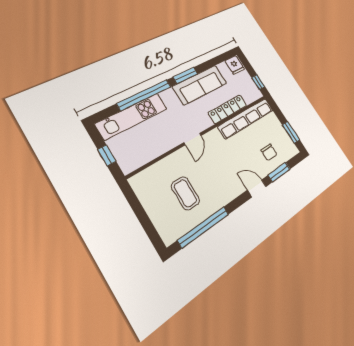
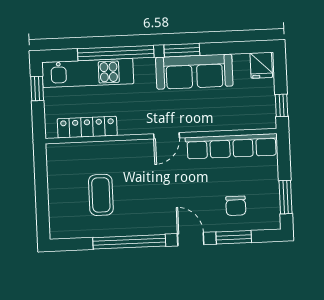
locker: (228, 109) -> (87, 127), moved
door: (192, 139) -> (167, 136), moved
window: (107, 155) -> (37, 89), moved
window: (204, 227) -> (129, 242), moved

